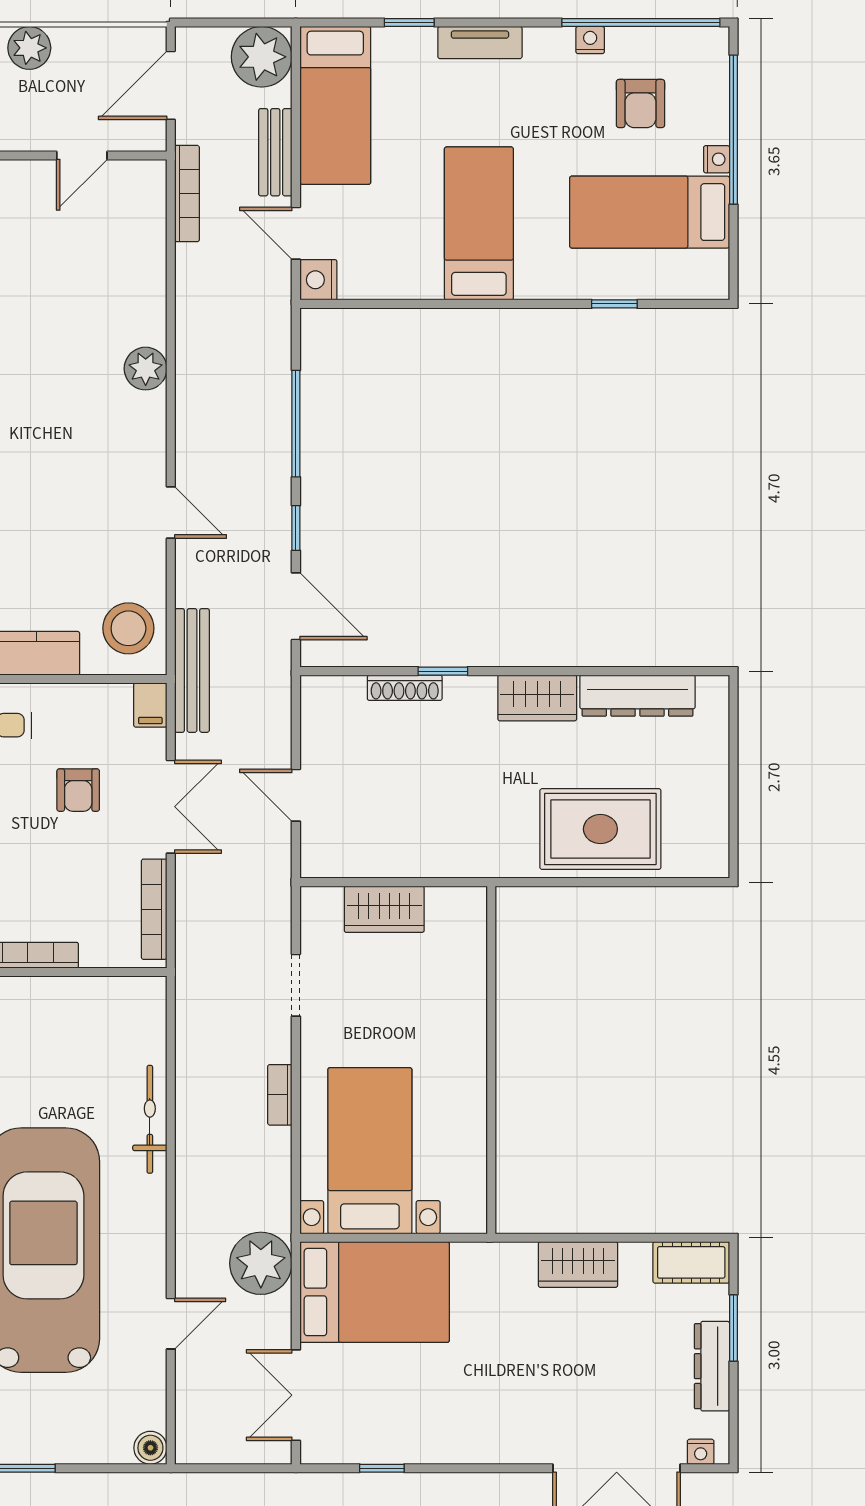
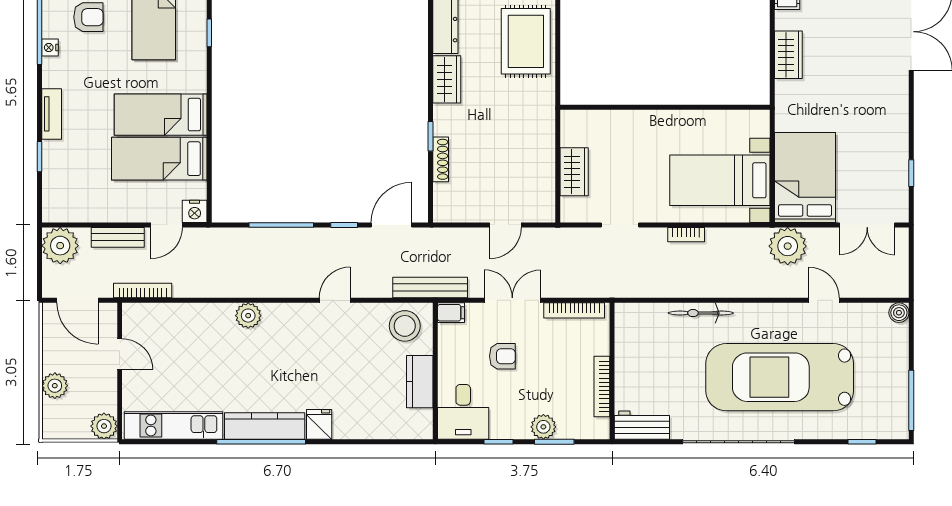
bed: (335, 105) -> (159, 159), moved, turned 180

